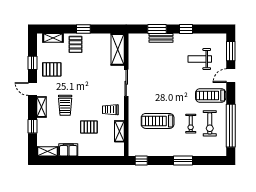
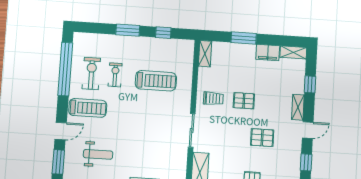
pallet: (52, 69) -> (262, 138), moved
door: (32, 89) -> (308, 130), hinge flipped
trolley: (65, 105) -> (269, 107), removed
pallet: (89, 127) -> (244, 101), moved
shelving: (119, 131) -> (205, 54), moved
window: (89, 161) -> (244, 38), added
window: (141, 161) -> (163, 33), moved

